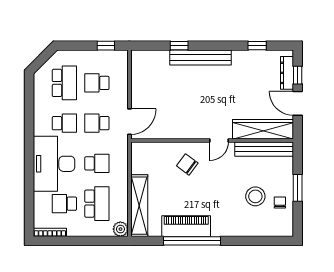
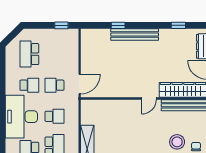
school desk: (64, 83) -> (29, 54), turned 180
school desk: (97, 83) -> (54, 54), removed
chair: (187, 164) -> (124, 117), removed

